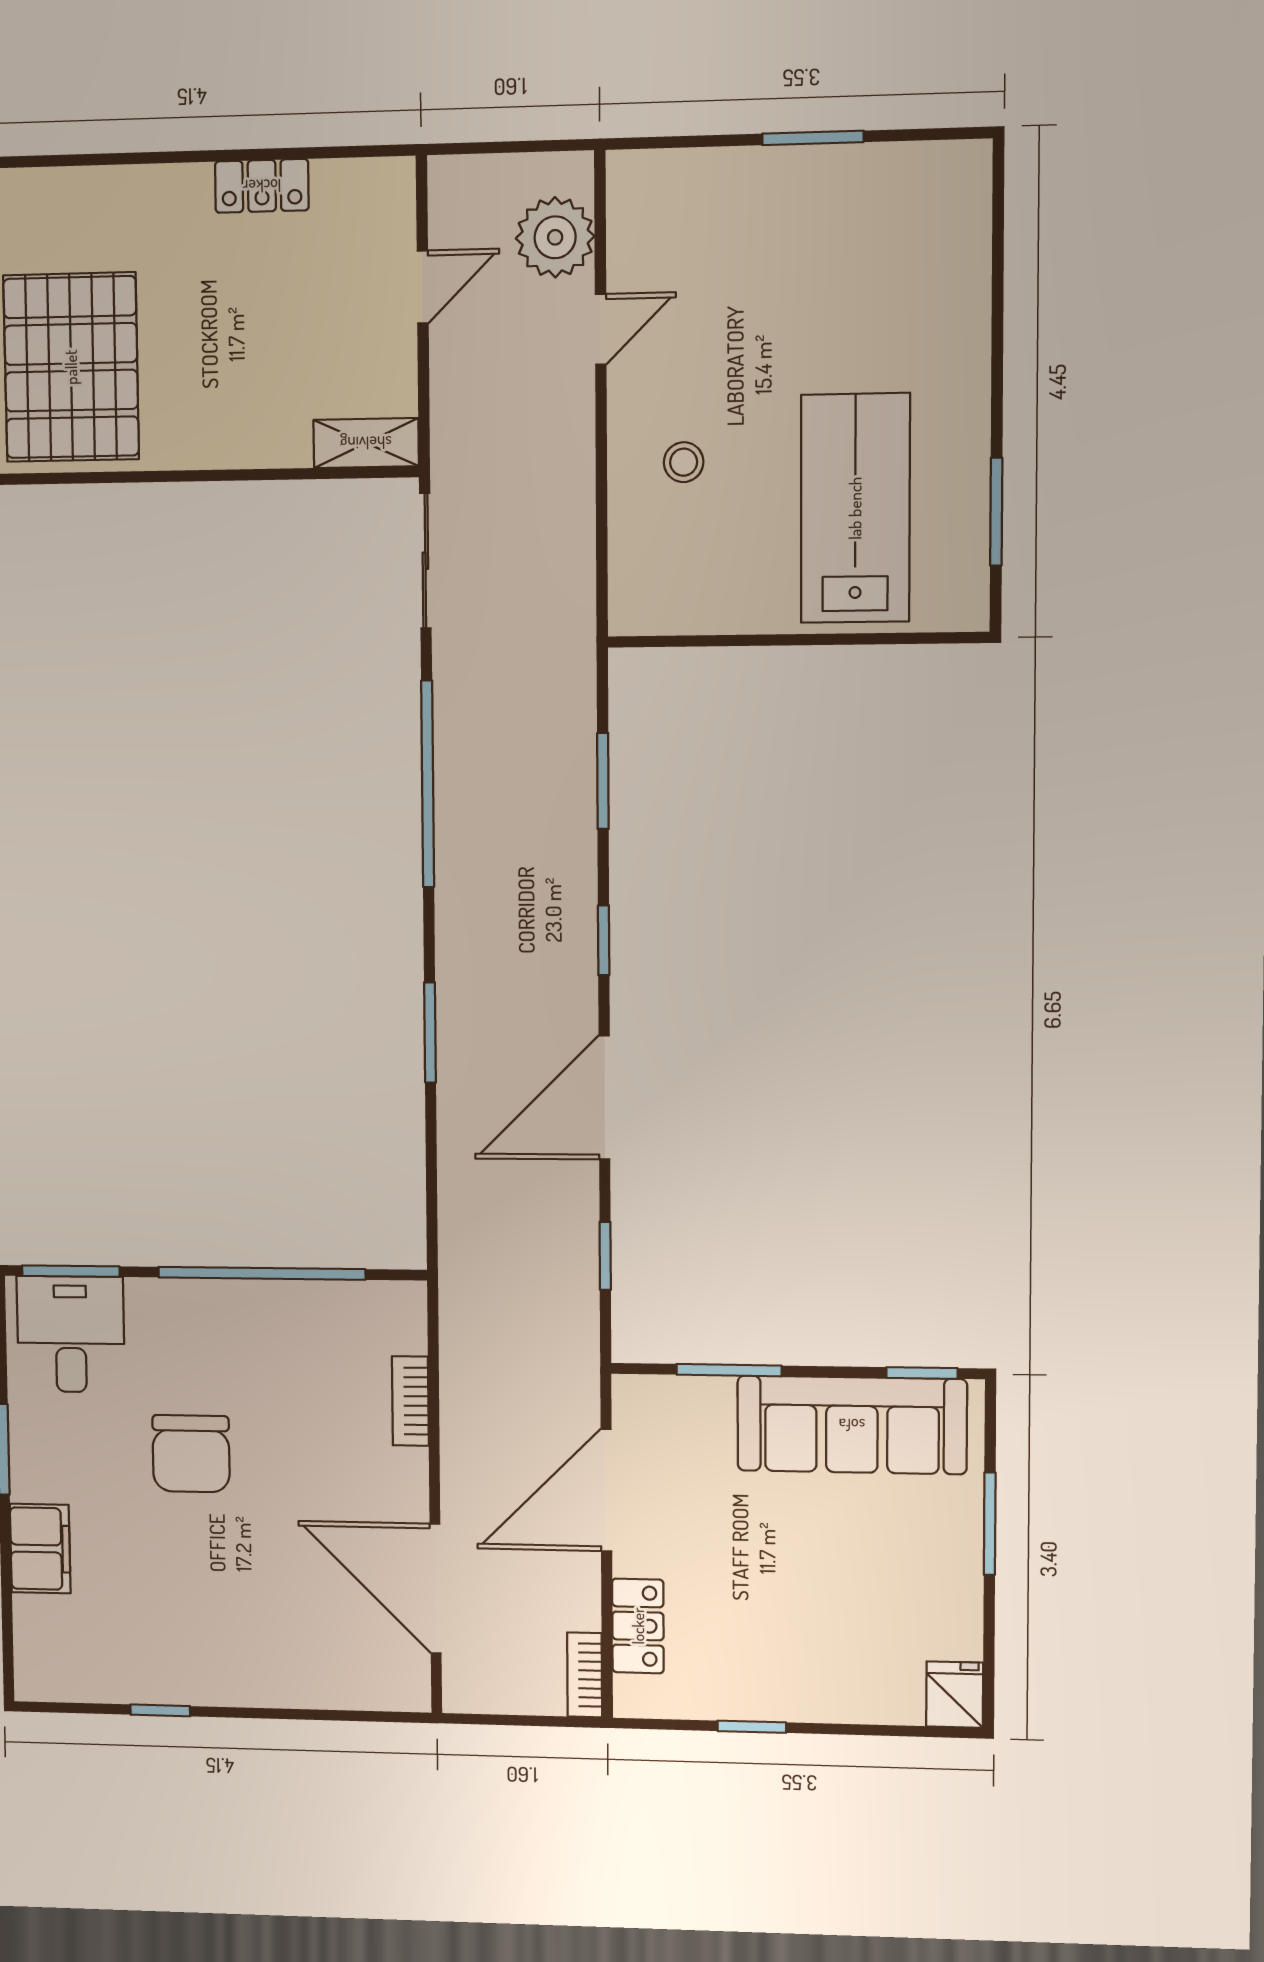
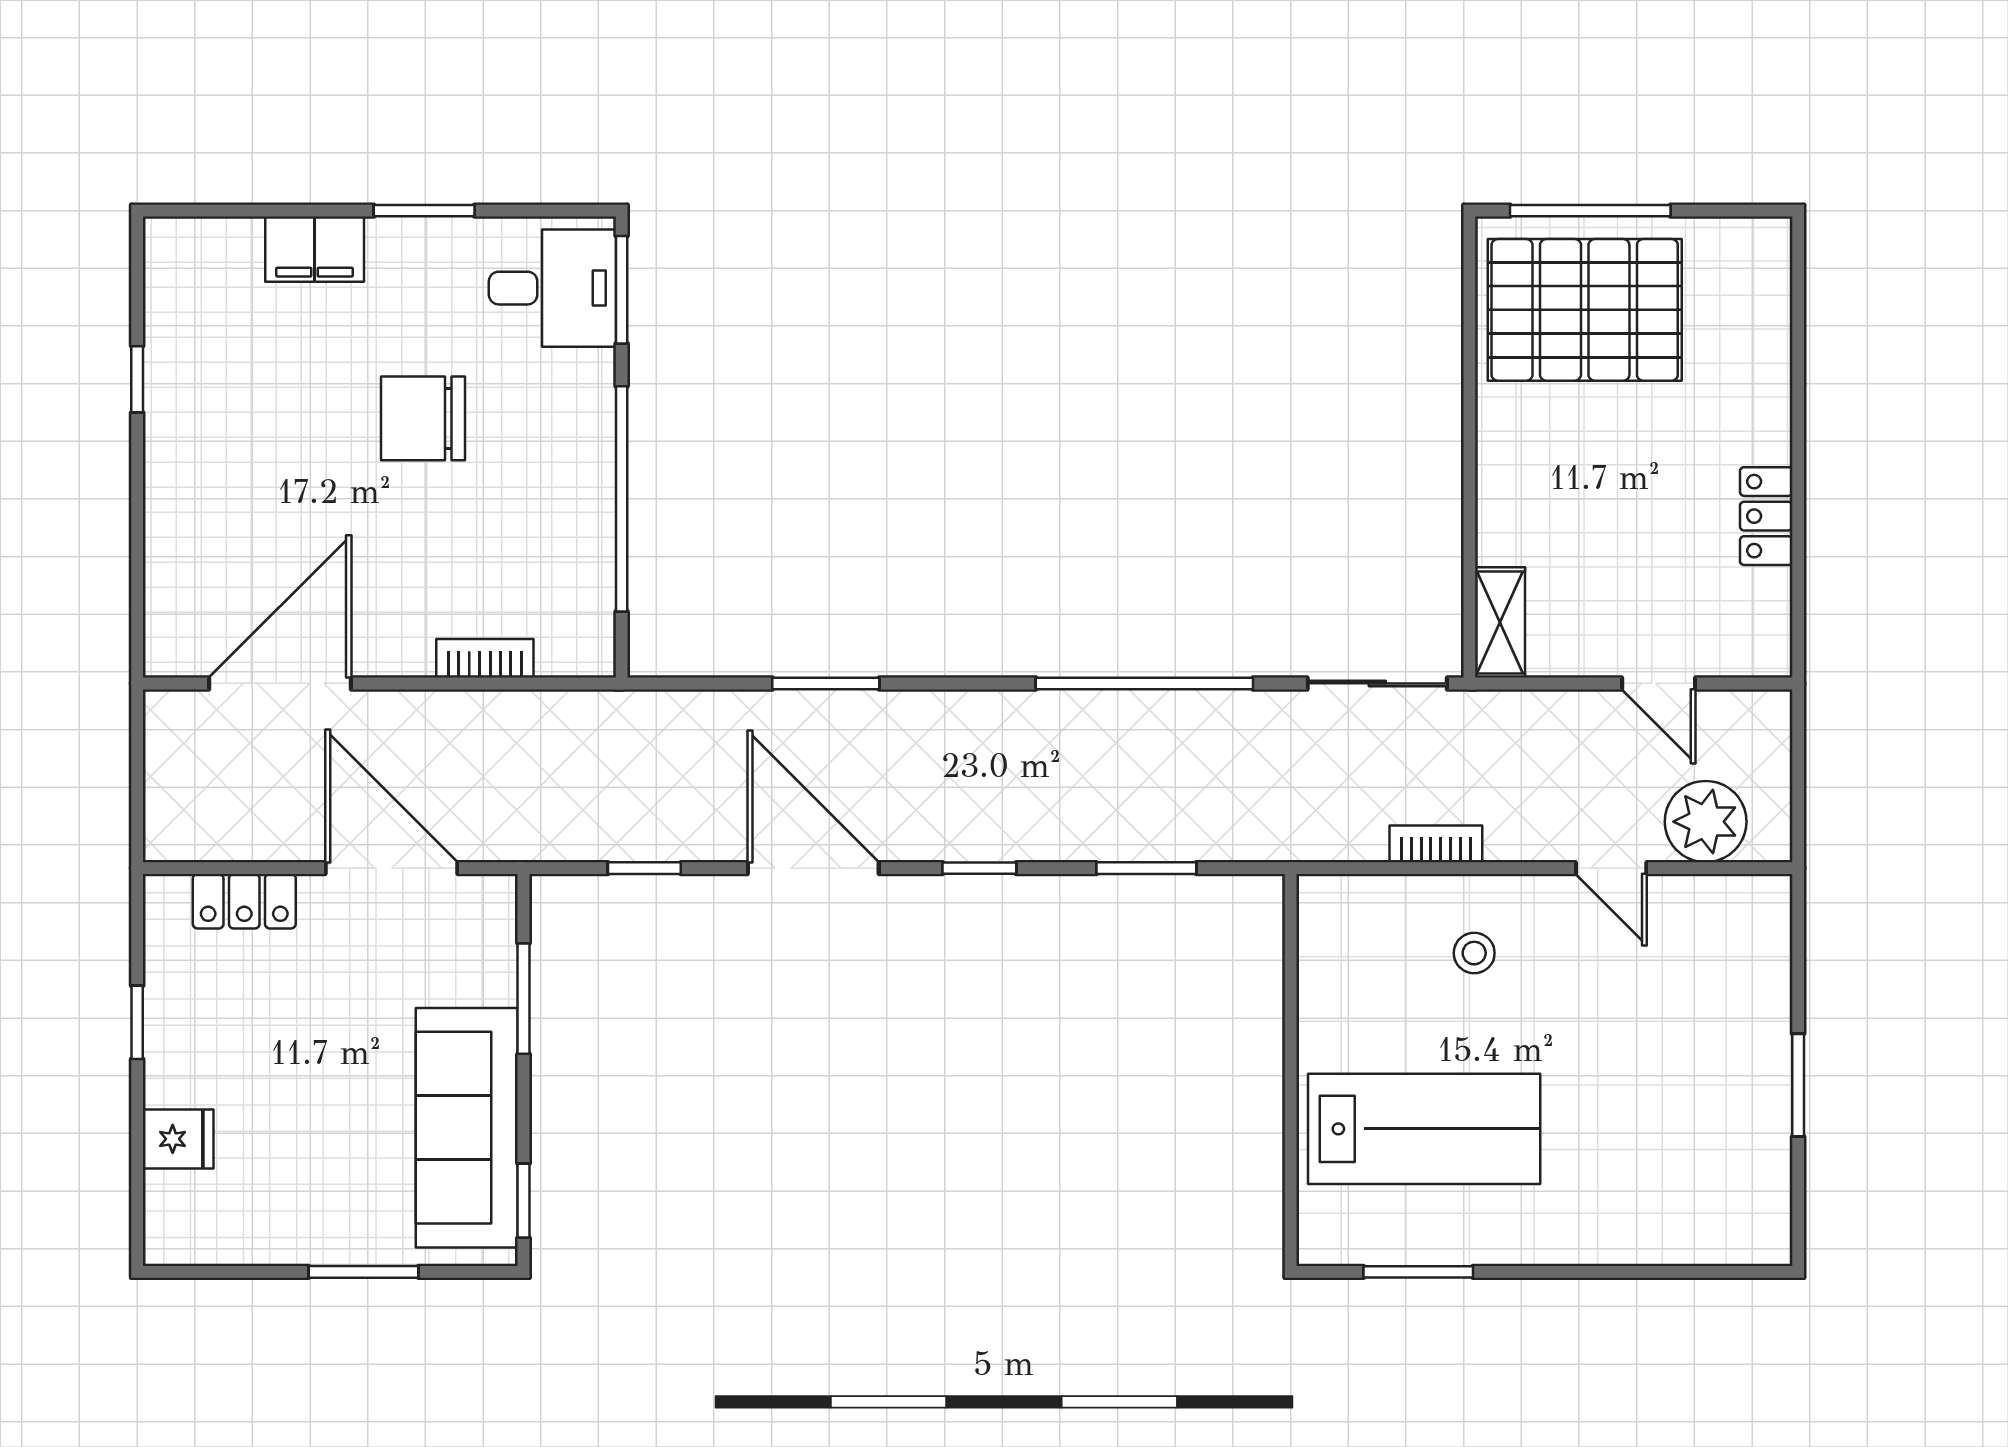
window: (430, 1033) -> (826, 683), moved
bookcase: (585, 1675) -> (1436, 844), moved
fridge: (955, 1695) -> (178, 1139), moved

